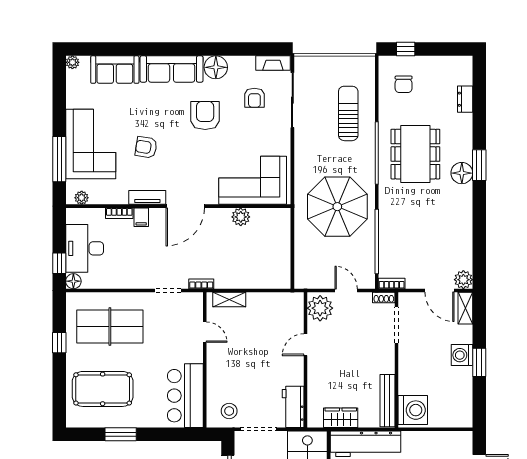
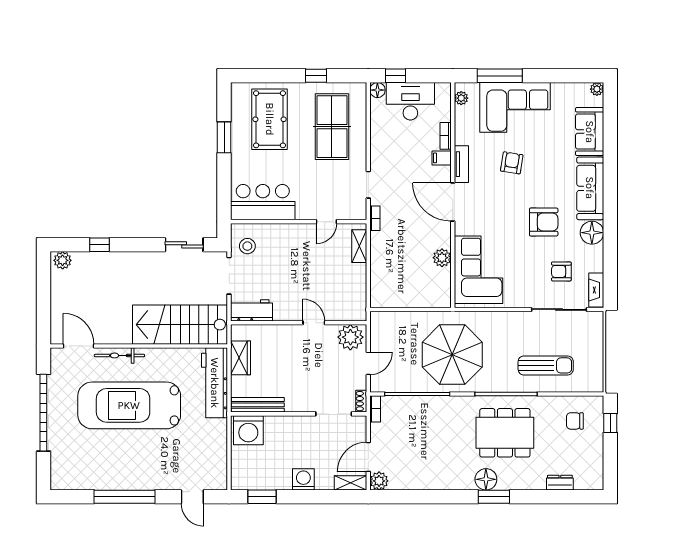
window: (479, 362) -> (262, 497), moved

